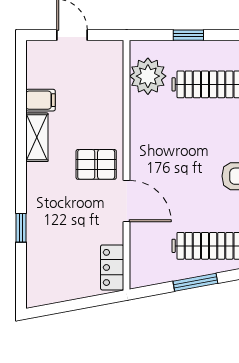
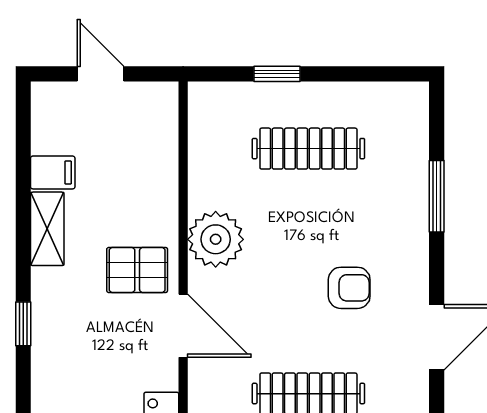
plant: (148, 76) -> (216, 239), moved
window: (21, 228) -> (23, 324), moved

